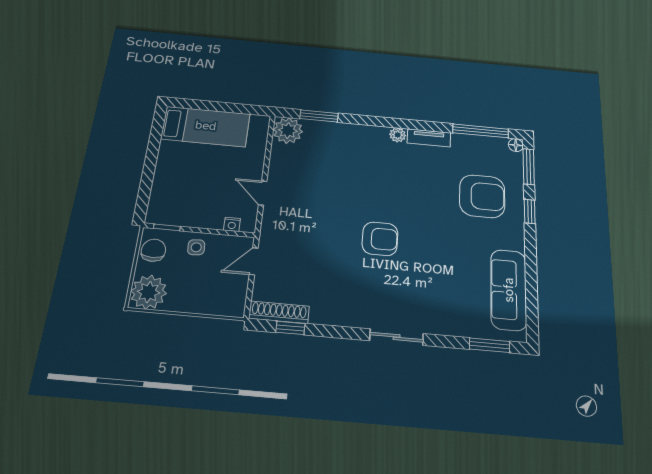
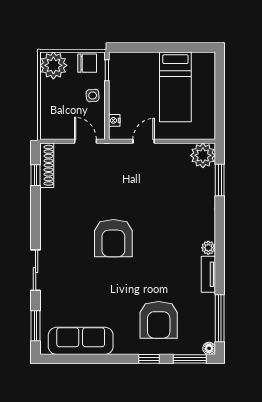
bed: (206, 126) -> (175, 87), moved
armchair: (380, 239) -> (113, 238), width x1.36, depth x1.36
sliding door: (397, 337) -> (36, 270), moved

